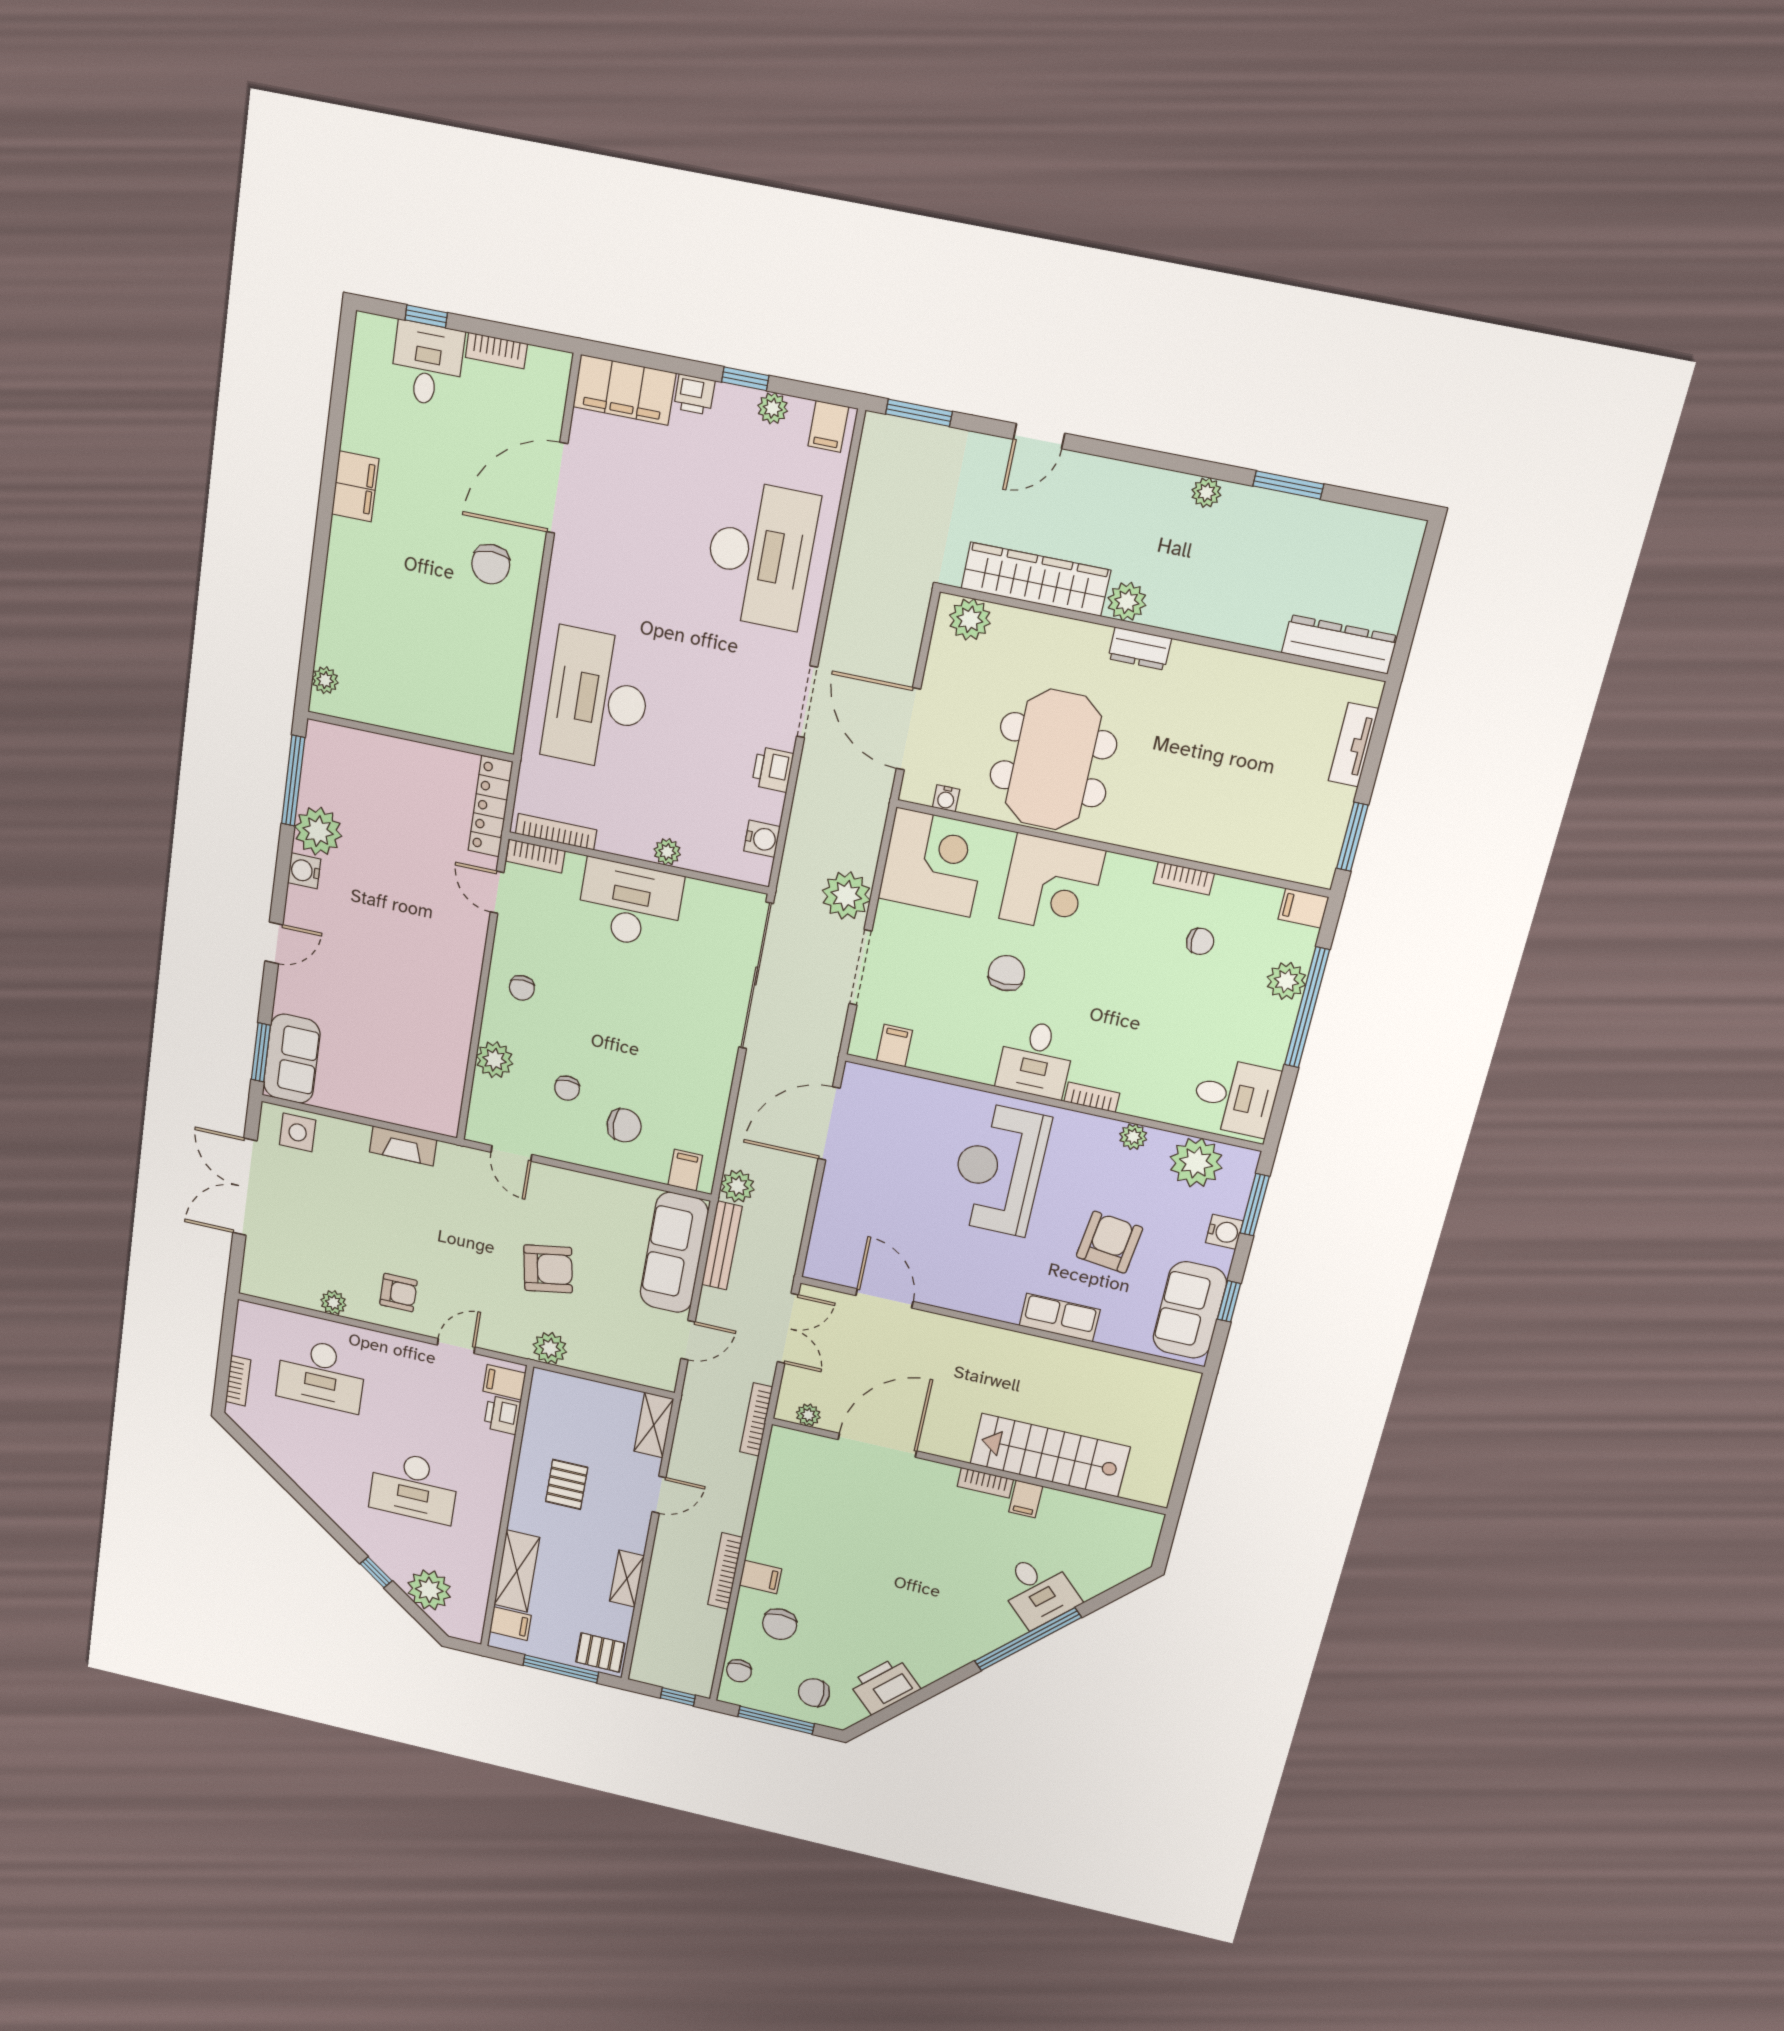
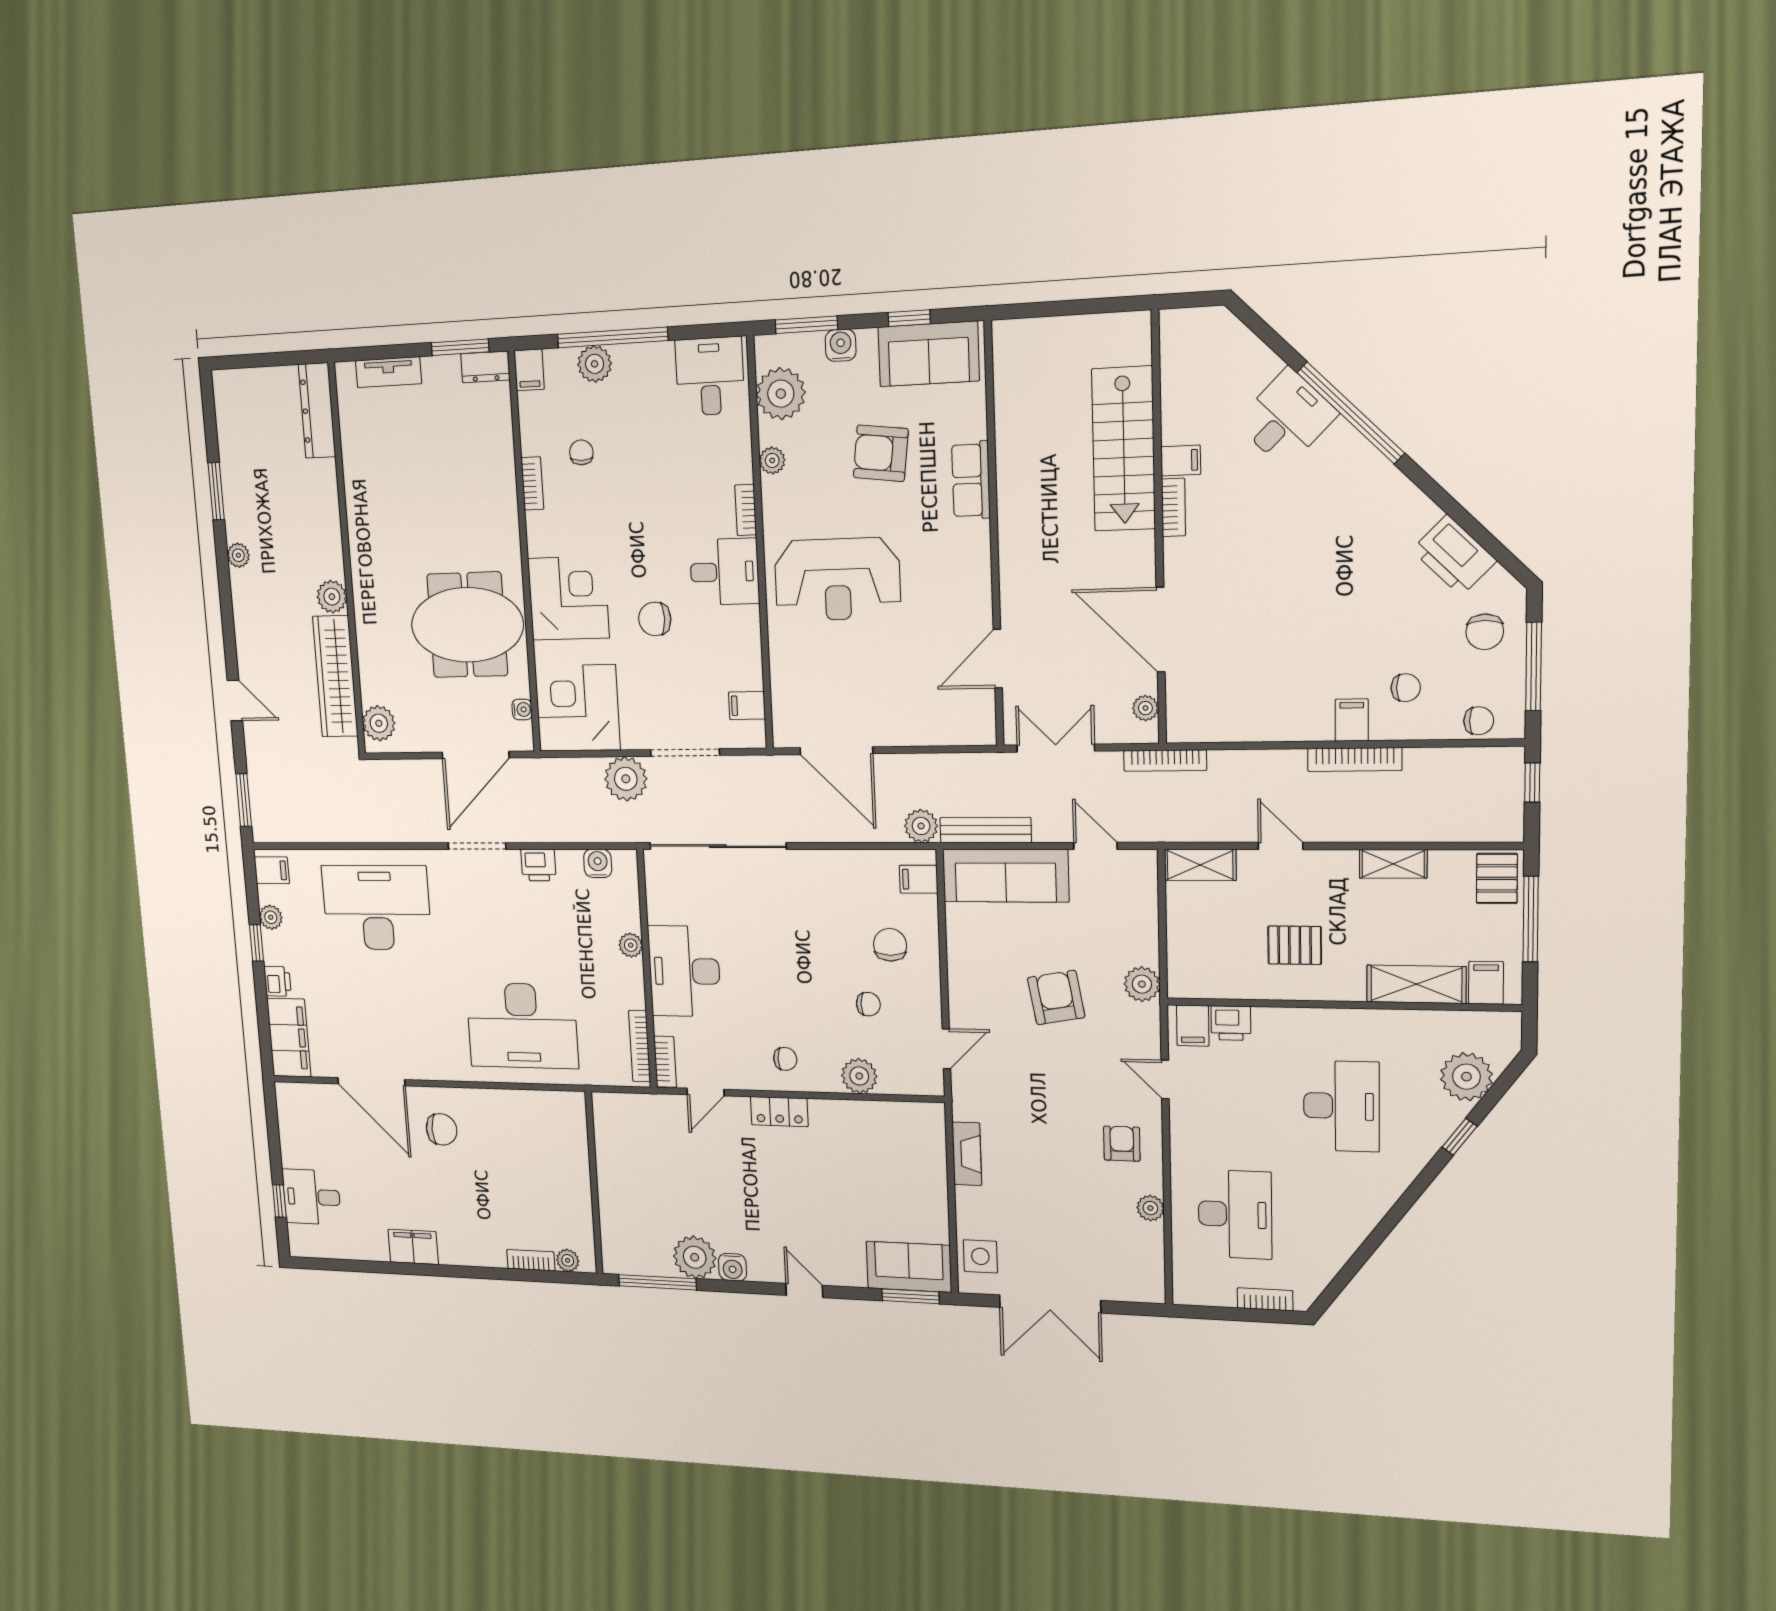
bookcase: (496, 351) -> (531, 1260), moved, turned -90
dresser: (1140, 649) -> (485, 367), moved, turned 90
locker: (490, 806) -> (779, 1112), moved, width x0.66
chair: (780, 1624) -> (1406, 688), width x0.73, depth x0.73

